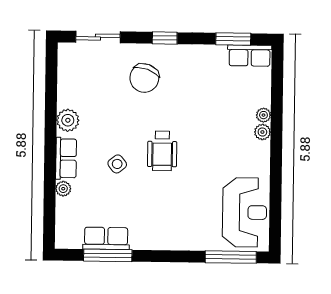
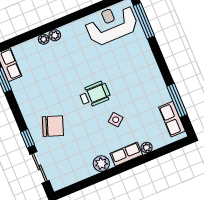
window: (165, 38) -> (27, 138), moved
row of seats: (106, 238) -> (172, 119), moved

